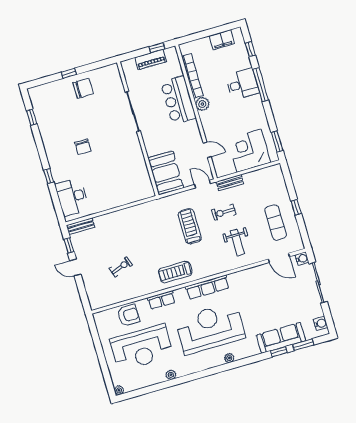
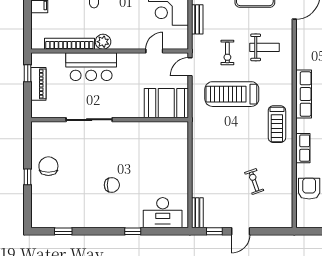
bench: (230, 183) -> (197, 19), moved
treadmill: (190, 226) -> (232, 94), width x1.37, depth x1.38

